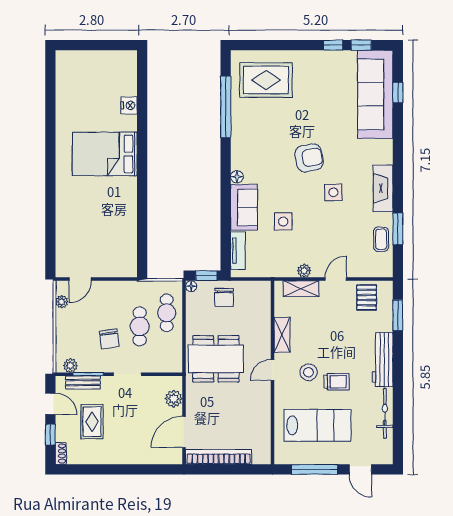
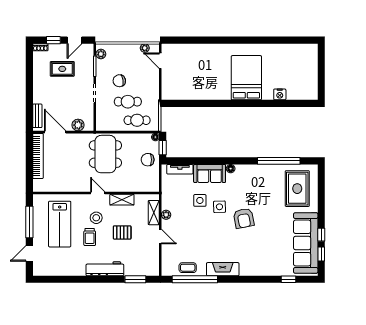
sofa: (375, 94) -> (306, 243), moved, turned -90
side table: (333, 192) -> (219, 207), moved
window: (398, 229) -> (195, 279), width x2.11
pallet: (367, 297) -> (122, 232), moved
bench: (83, 383) -> (37, 116), moved
bicycle: (385, 413) -> (68, 270), removed

